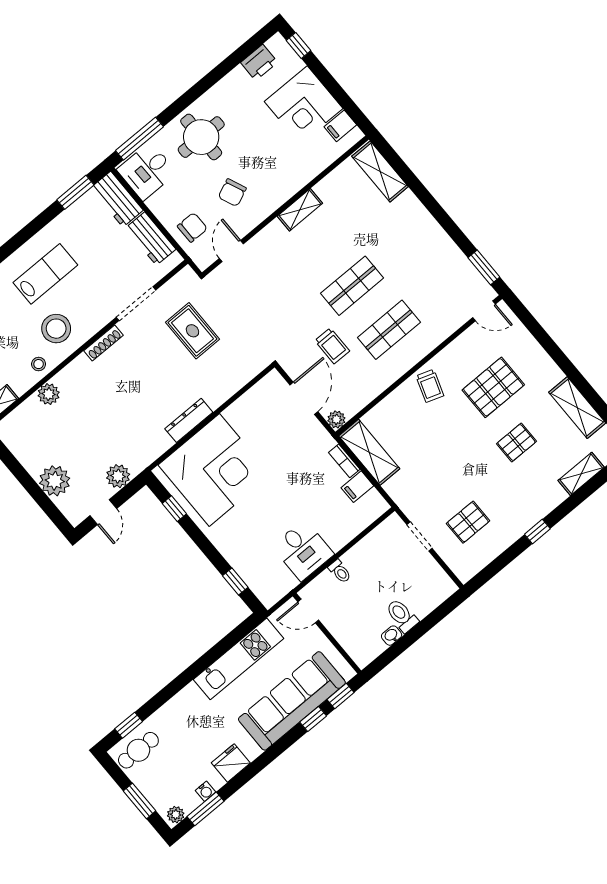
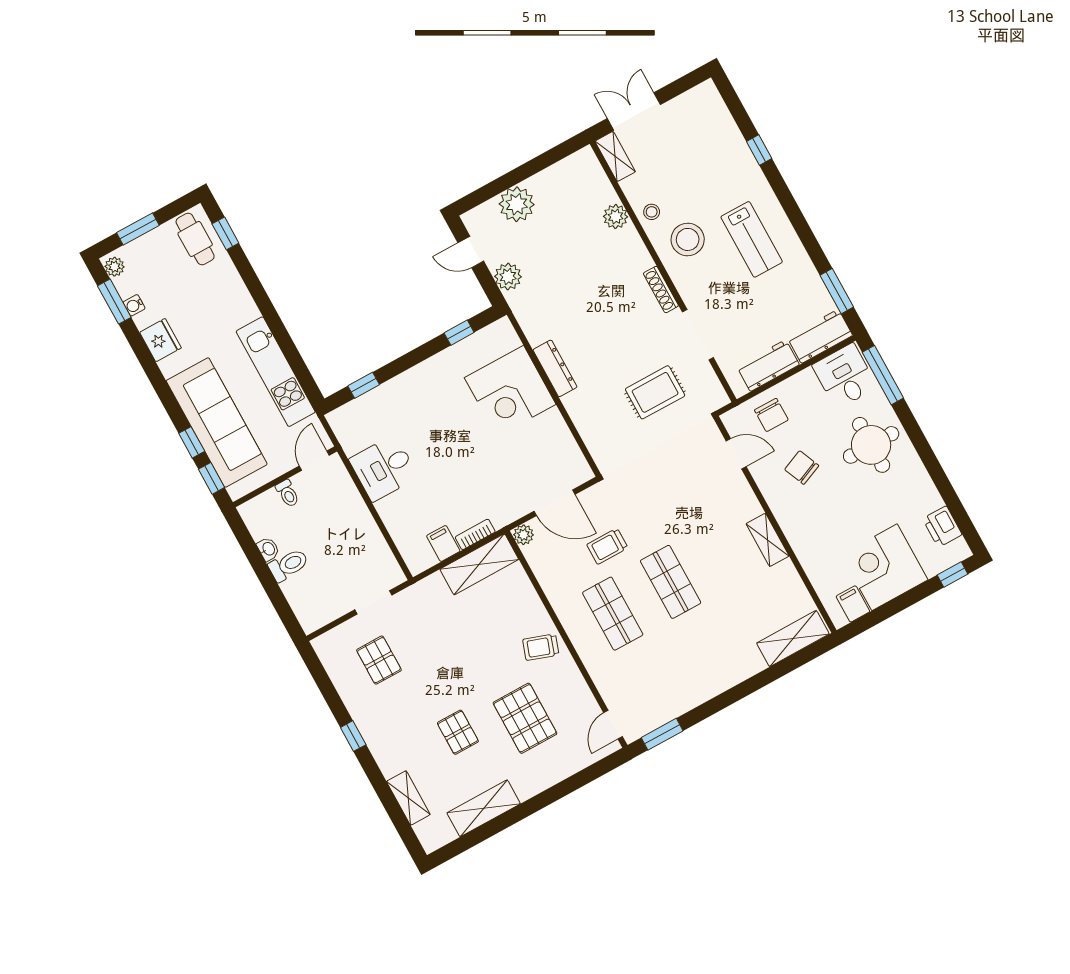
corner desk: (214, 470) -> (510, 391), width x0.74, depth x0.74
toilet: (340, 571) -> (288, 493), moved, turned -90

